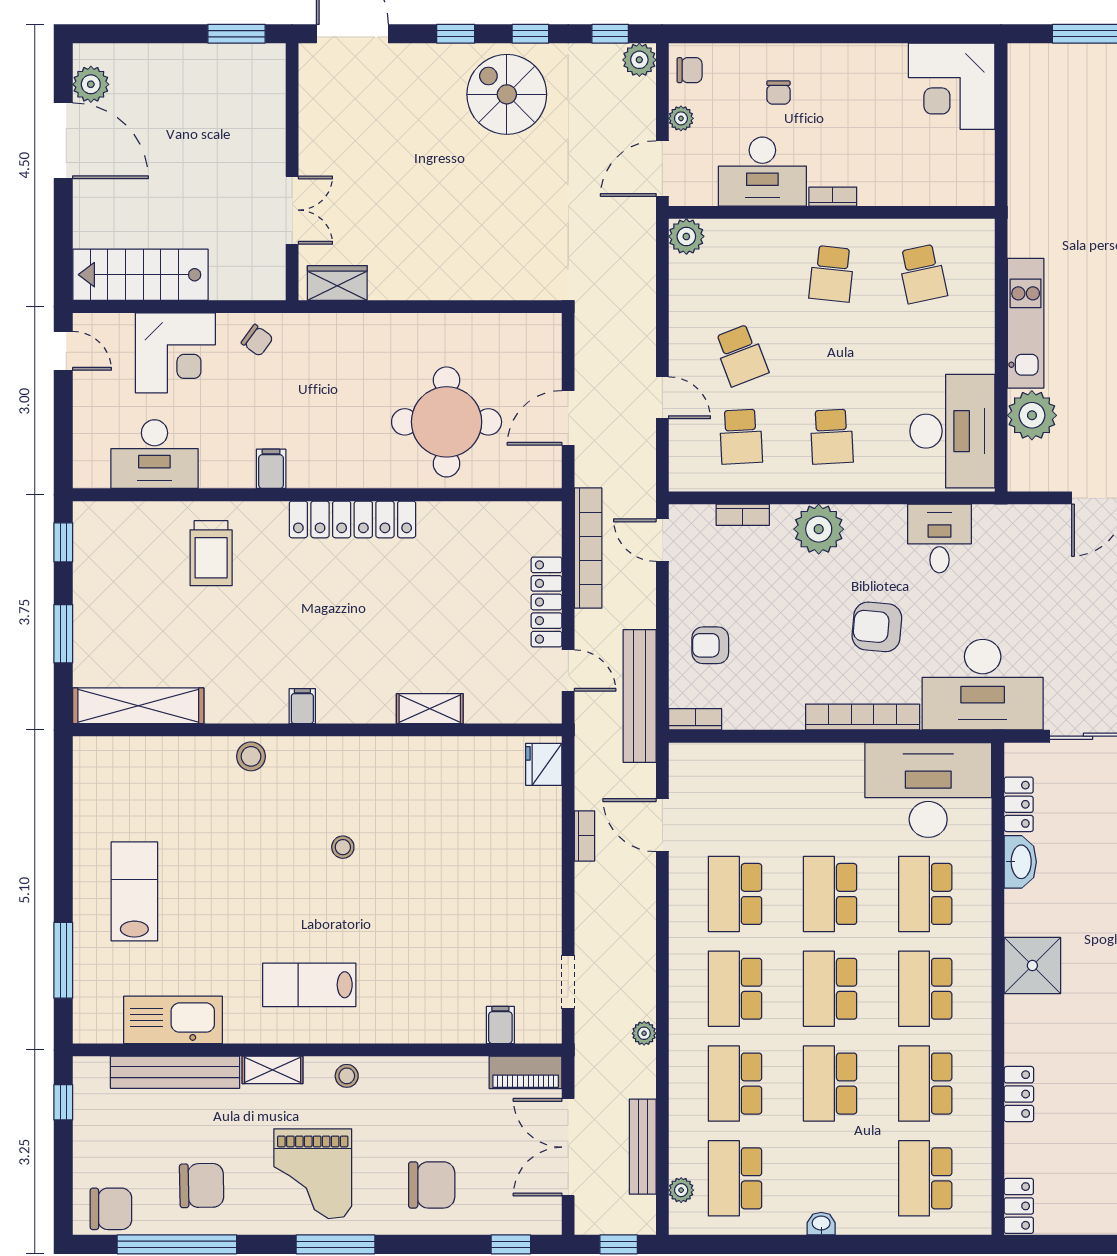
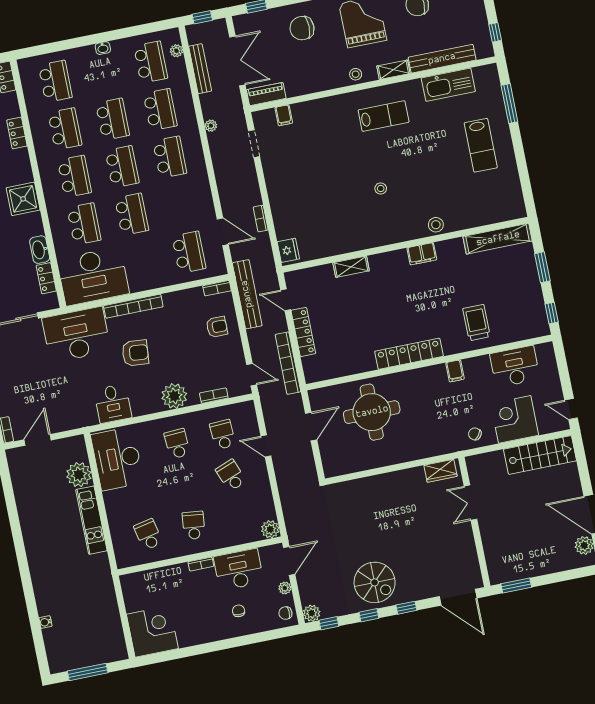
filing cabinet: (302, 706) -> (422, 254), width x2.00
school desk: (735, 894) -> (189, 252), moved

